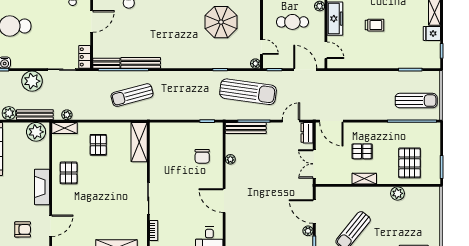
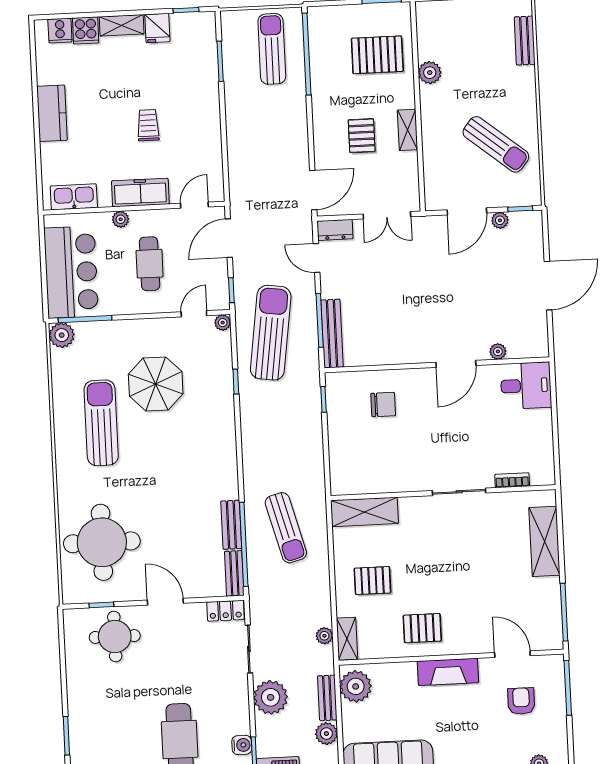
bench: (141, 63) -> (231, 525), width x0.73
bench: (35, 115) -> (327, 698), width x0.73
plant: (230, 159) -> (498, 351), moved

